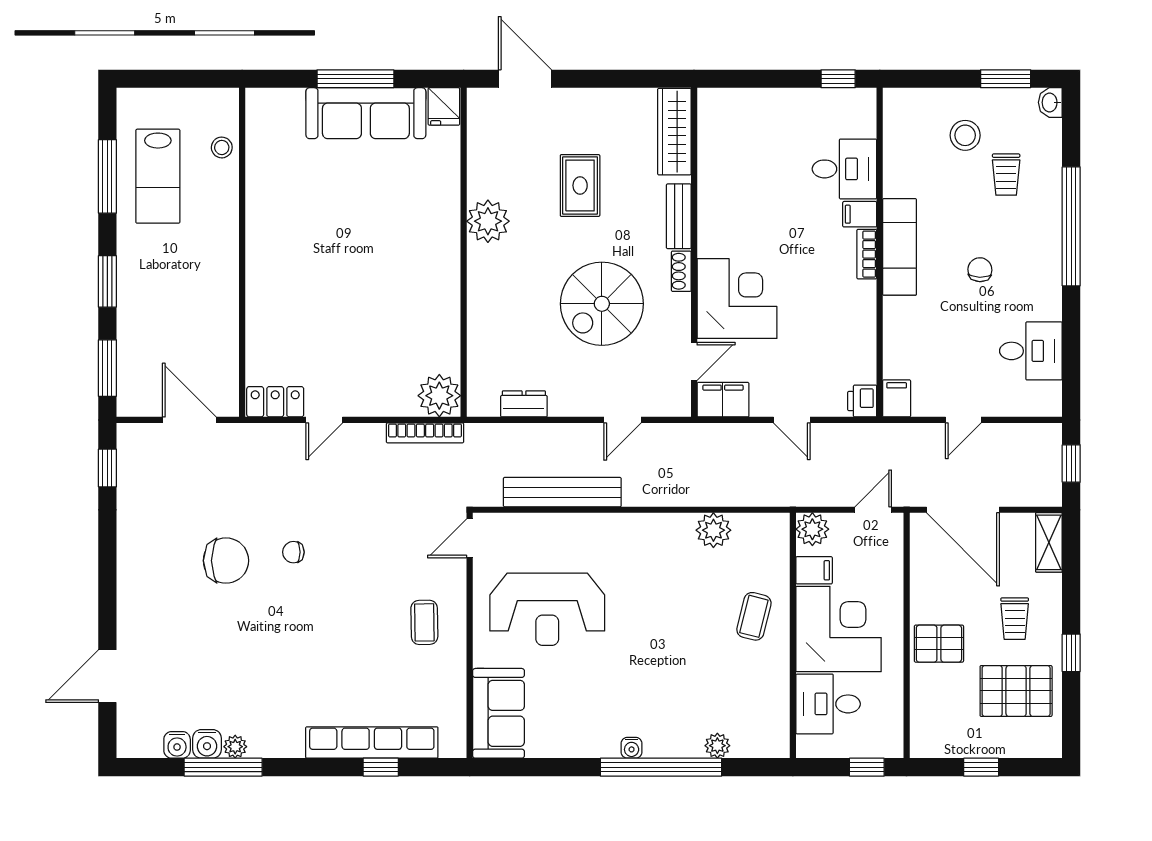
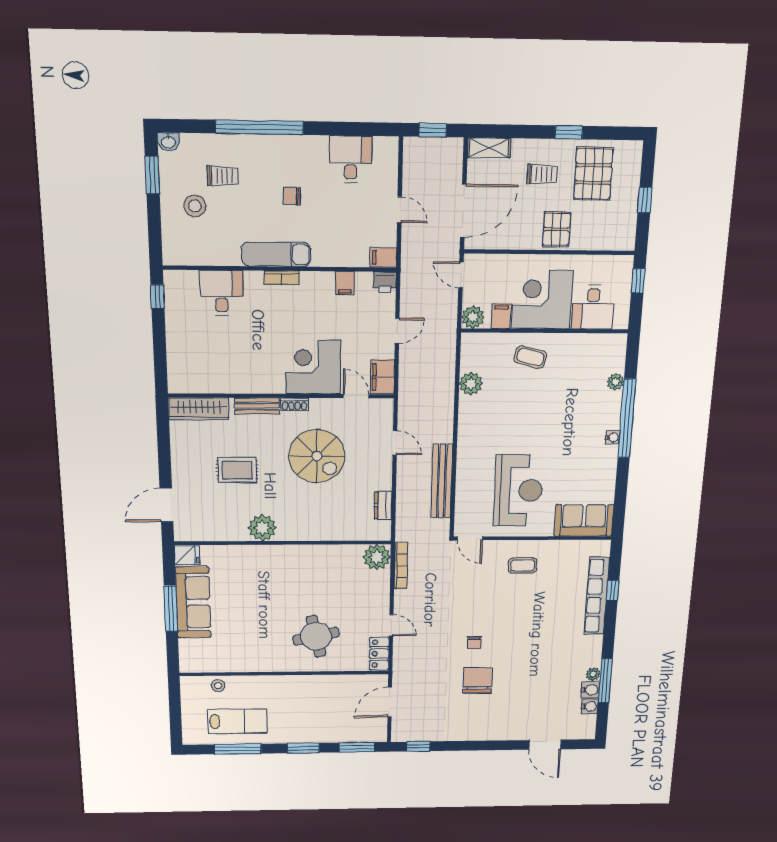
filing cabinet: (860, 214) -> (345, 283), moved
round table: (306, 302) -> (316, 636), added

